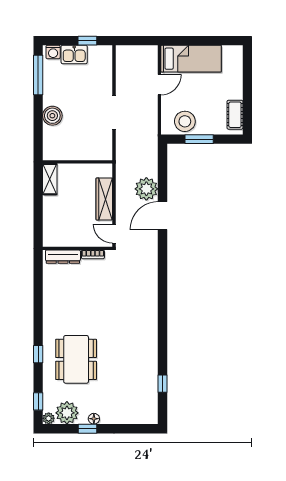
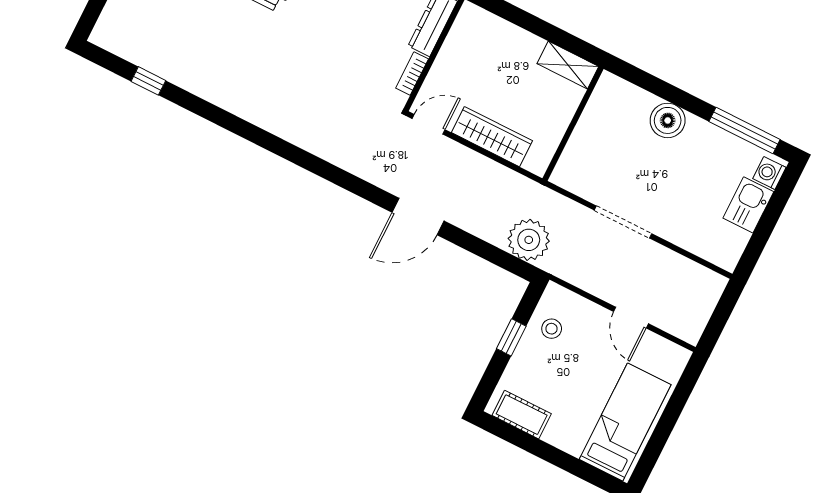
window: (87, 41) -> (760, 237), removed
bed: (191, 59) -> (625, 422), moved, turned 180
stool: (185, 121) -> (552, 329), width x0.53, depth x0.53
window: (199, 139) -> (511, 337), width x0.67
plant: (146, 189) -> (529, 240), moved
door: (163, 216) -> (418, 217), swing flipped

